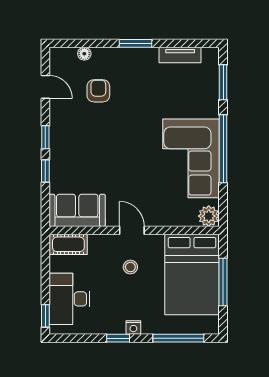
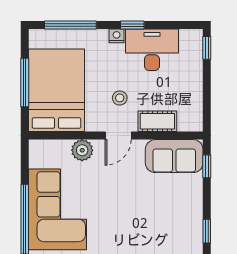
window: (45, 171) -> (207, 166), moved
plant: (209, 216) -> (82, 150), moved
door: (132, 230) -> (118, 136), hinge flipped
cot: (68, 244) -> (157, 121), moved
desk: (69, 299) -> (152, 50), moved, turned -90

